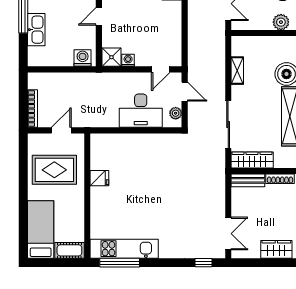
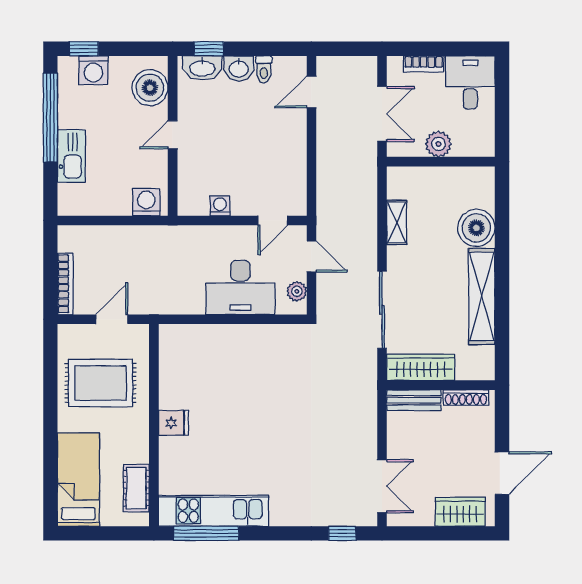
plant: (281, 22) -> (438, 144), moved
shower: (111, 57) -> (193, 201), removed
fridge: (99, 178) -> (174, 423), moved
cot: (69, 250) -> (136, 488), moved, turned 90

